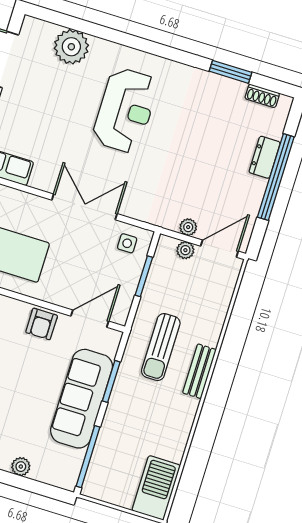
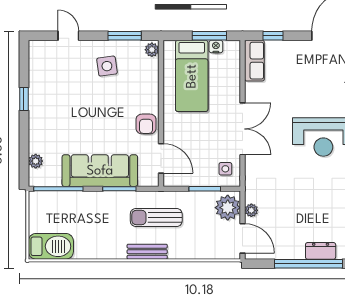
plant: (185, 250) -> (228, 208), width x1.87, depth x1.87
armchair: (42, 324) -> (146, 124), turned -90
plant: (21, 467) -> (36, 161), moved

